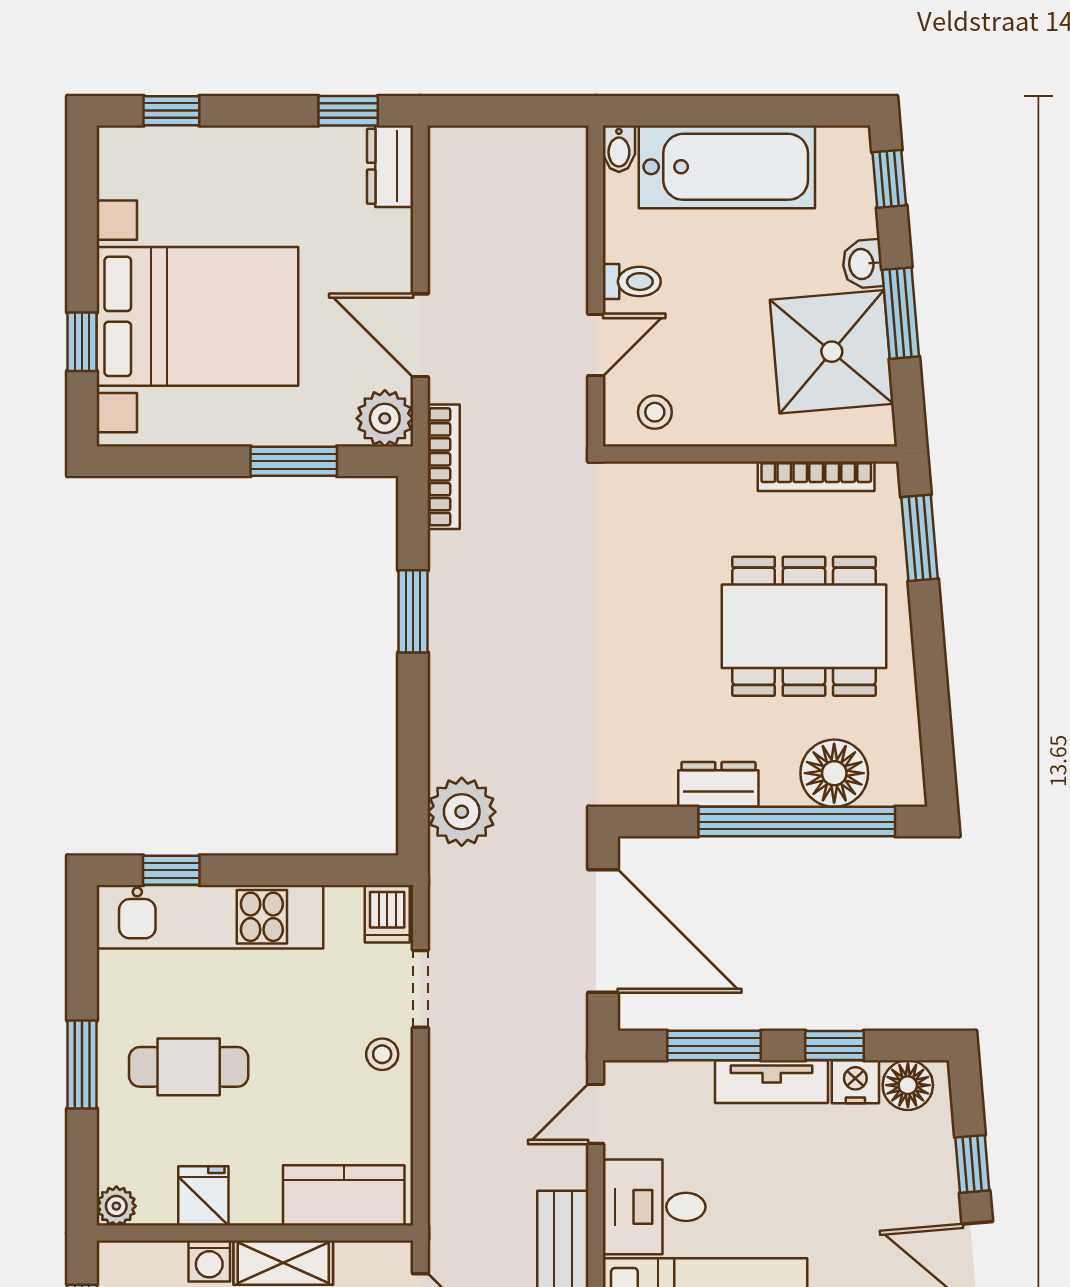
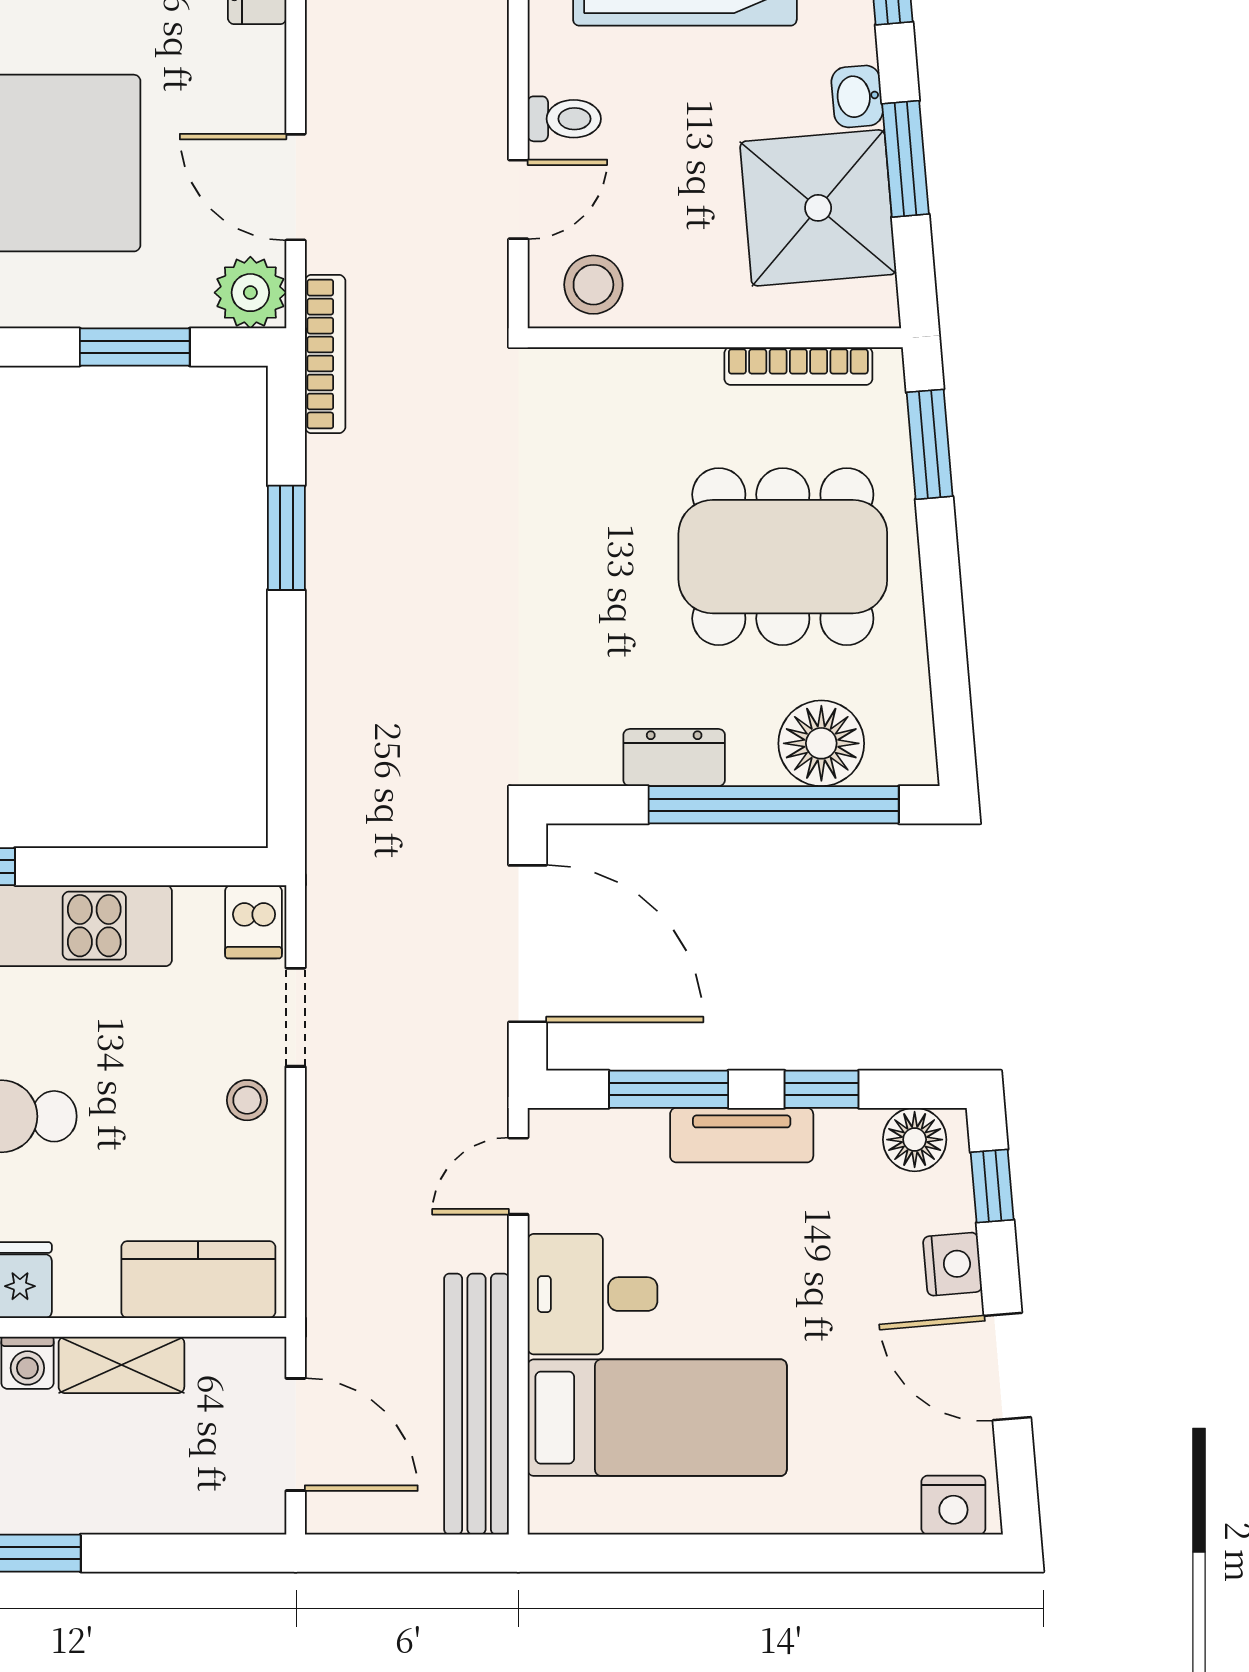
stool: (655, 412) -> (593, 285), width x1.37, depth x1.37
plant: (462, 812) -> (348, 792), removed
nightstand: (855, 1082) -> (953, 1264), moved, turned 85
window: (972, 1164) -> (992, 1186), moved

